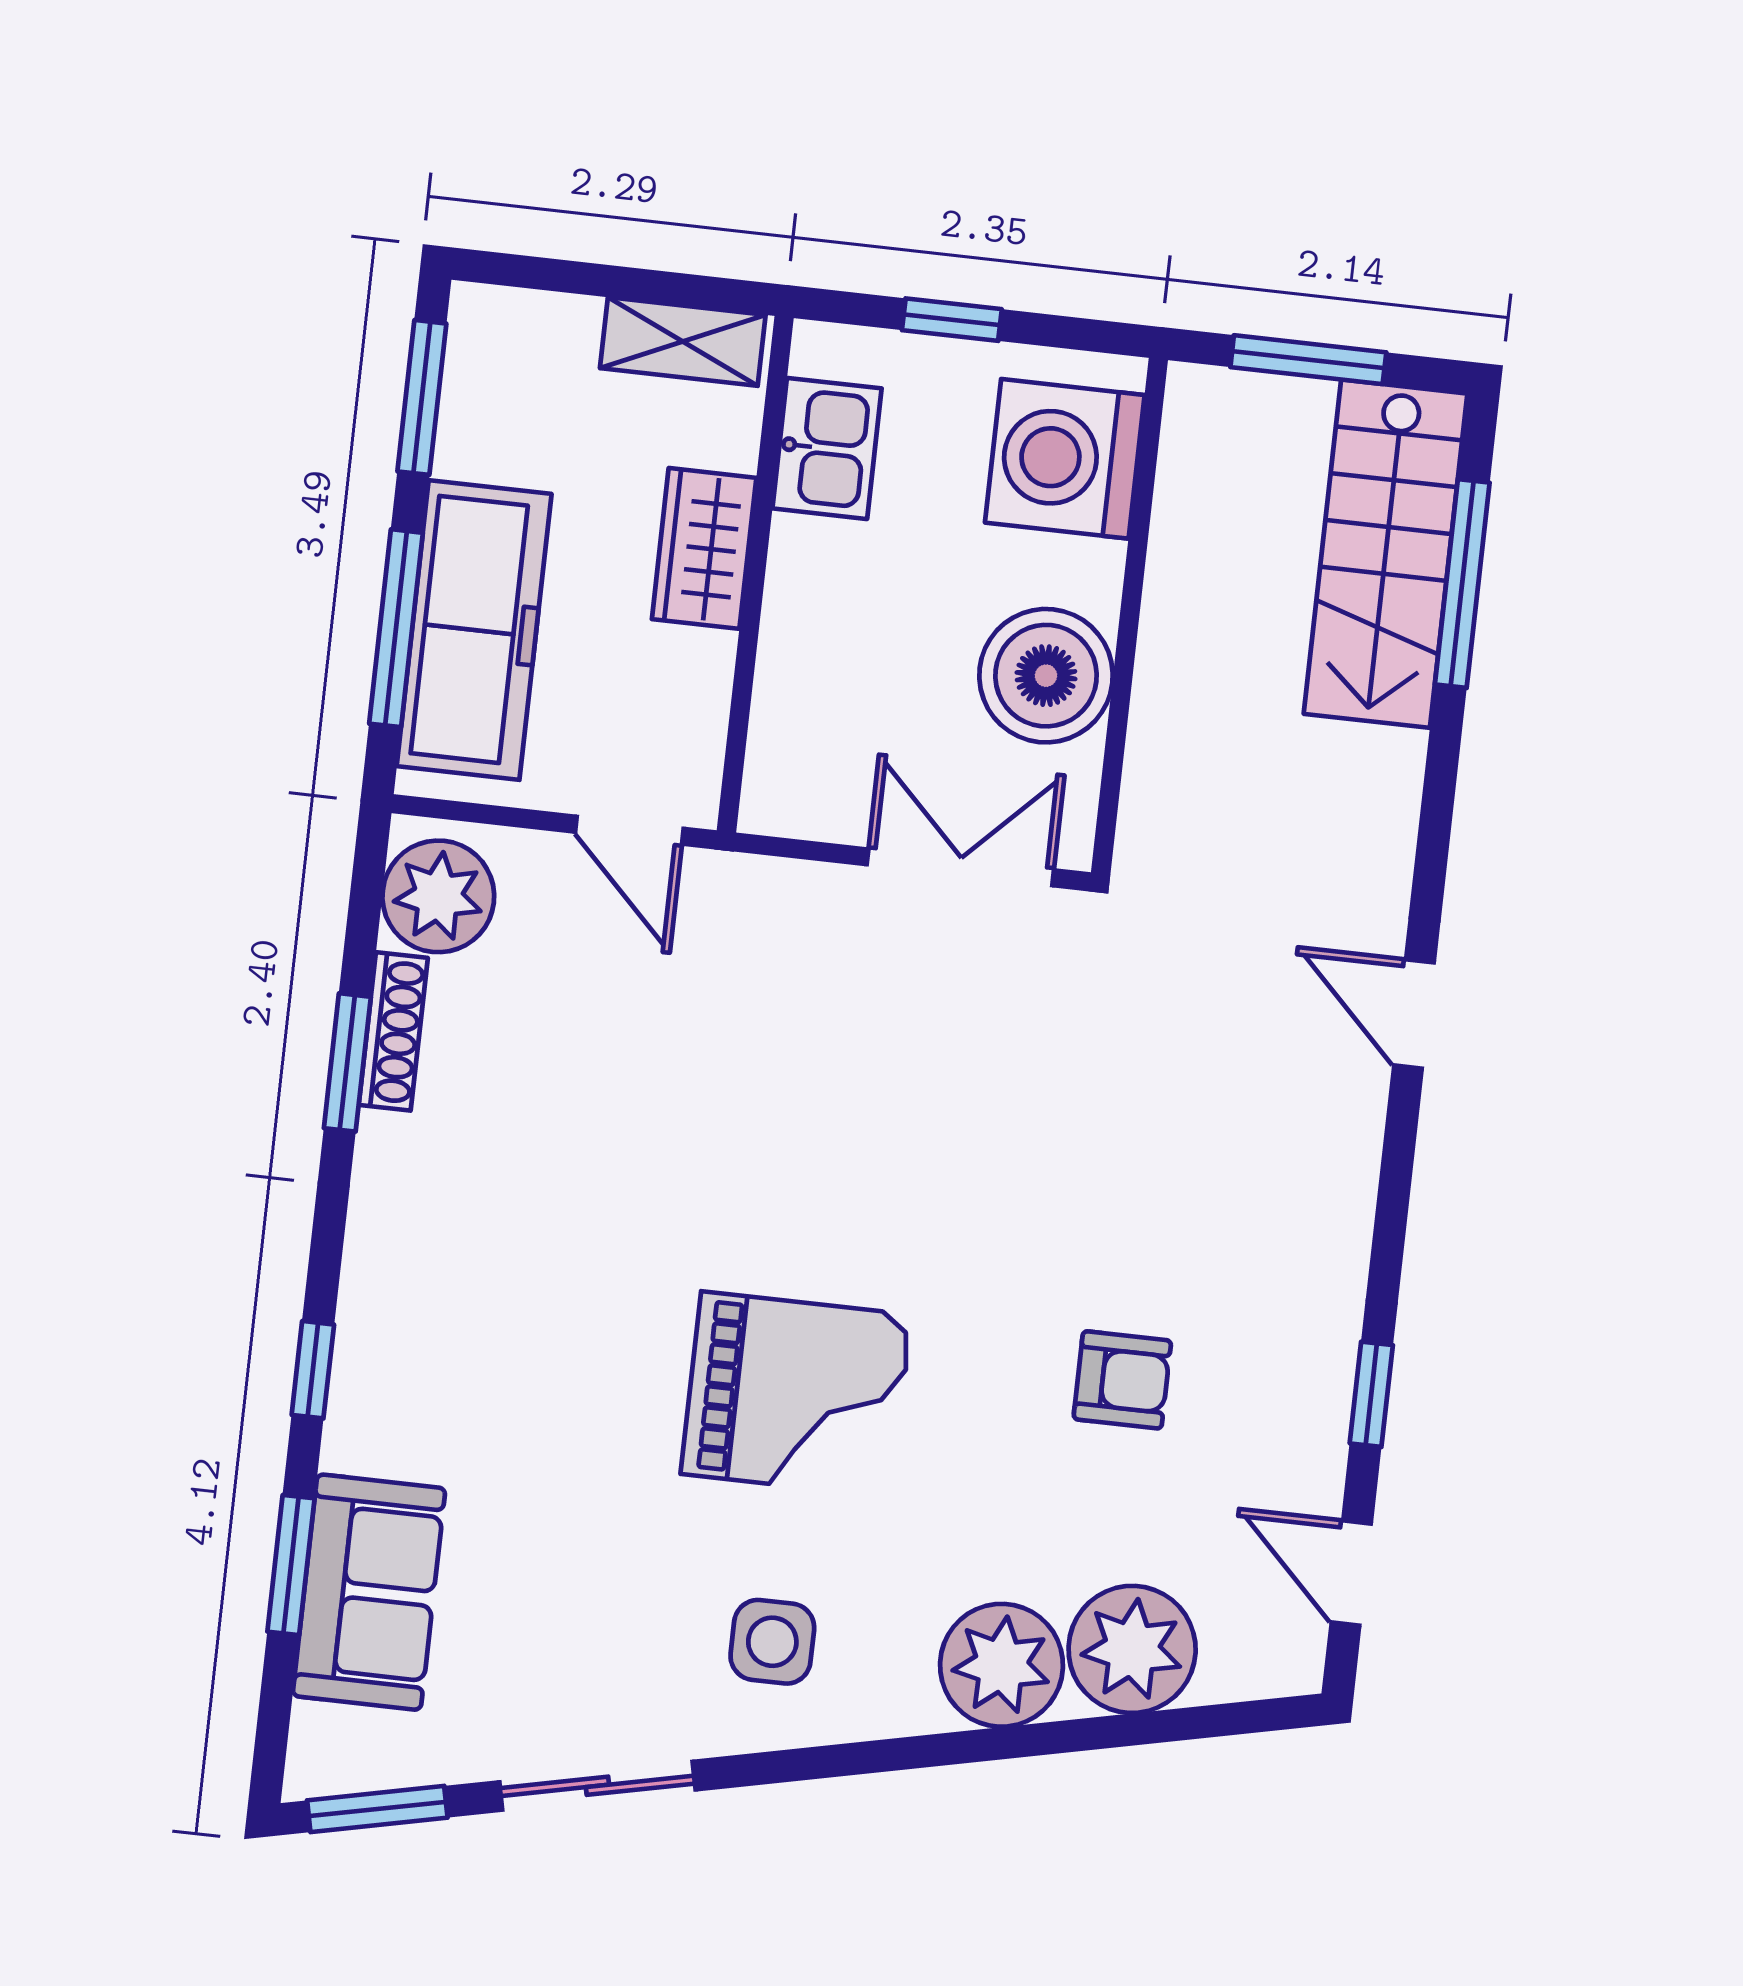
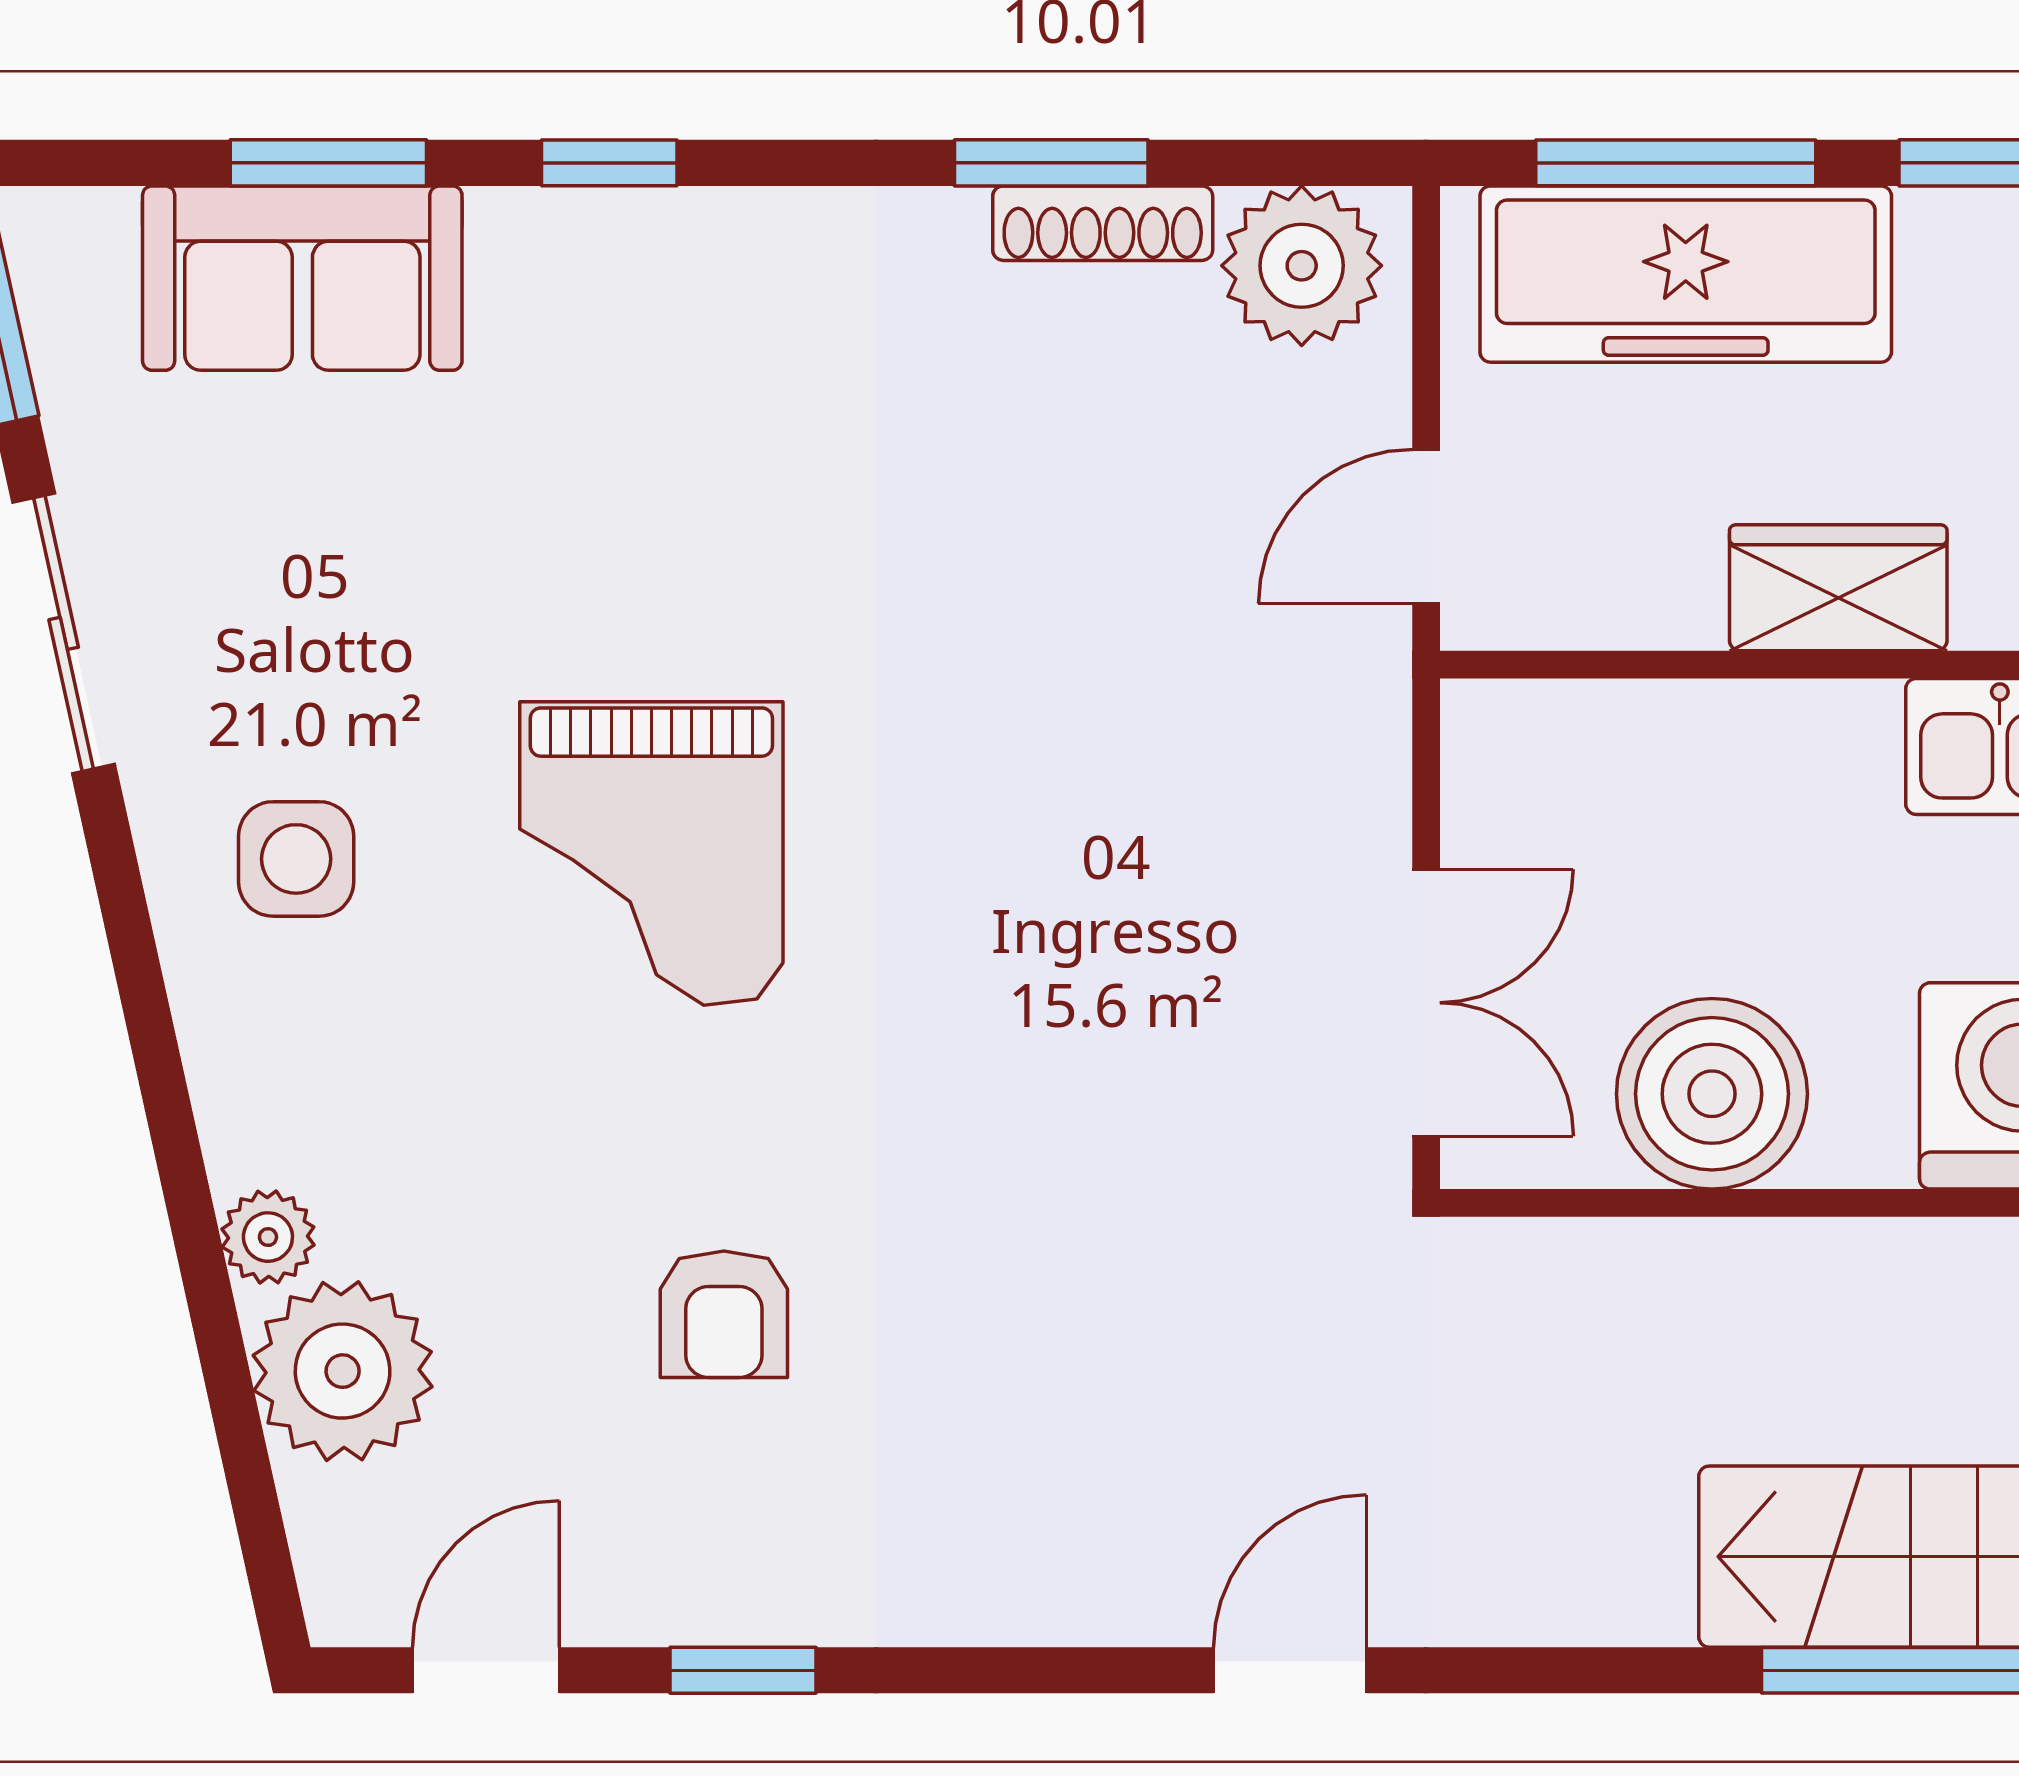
plant: (1001, 1665) -> (268, 1237), width x0.53, depth x0.53

